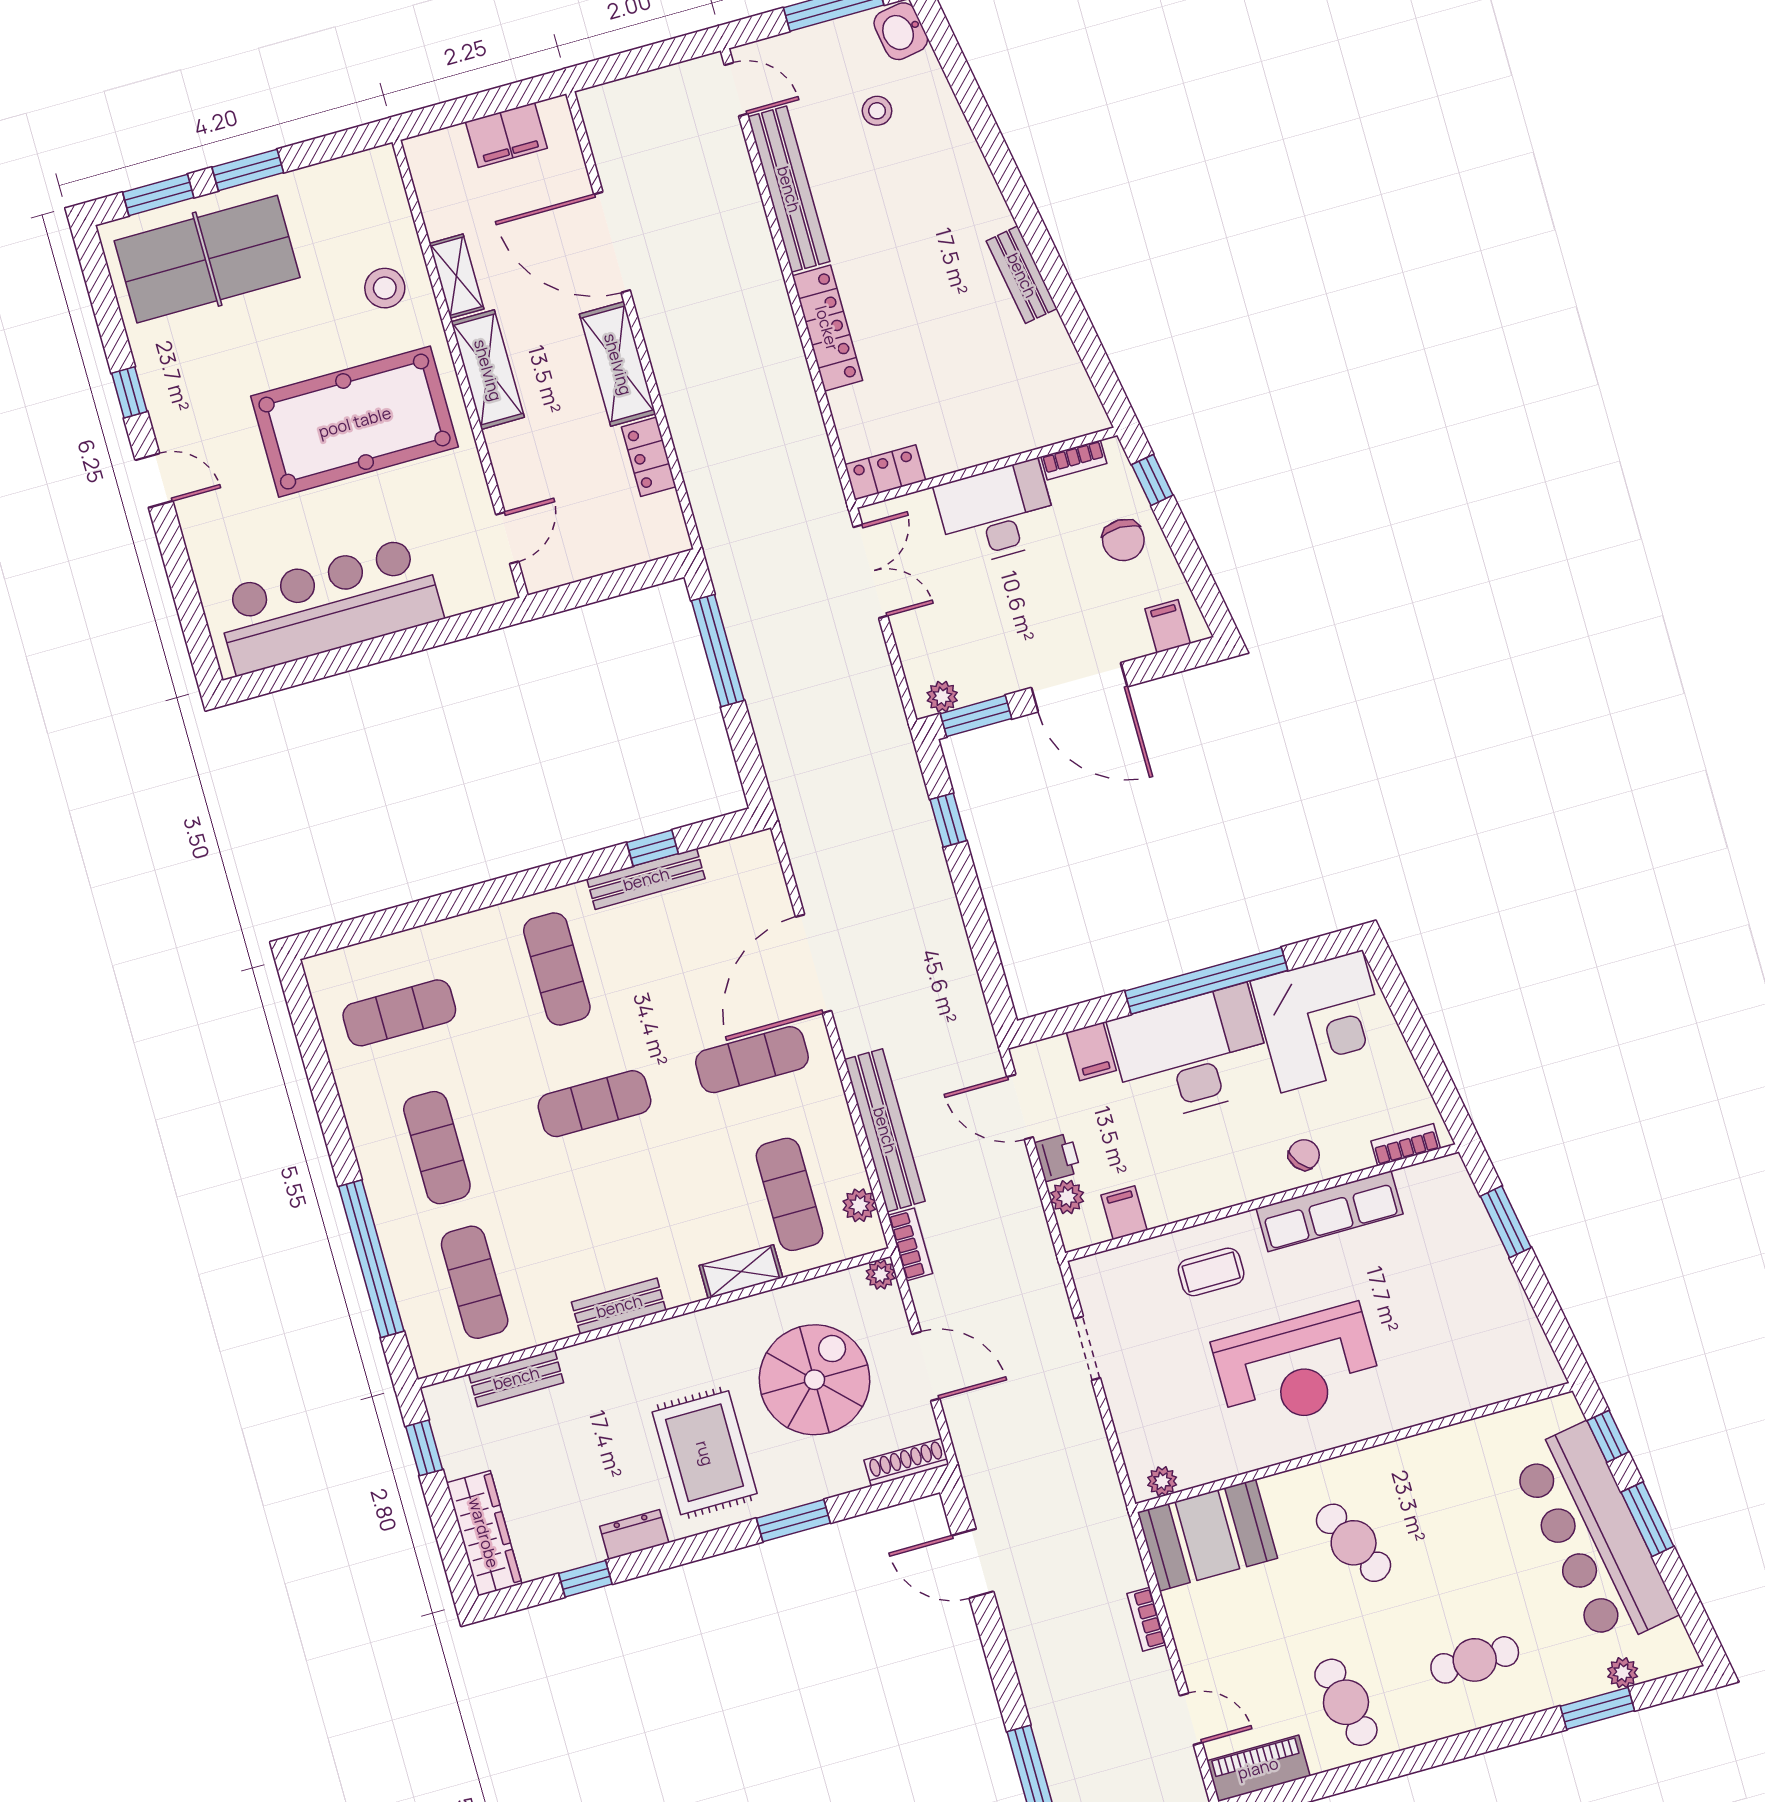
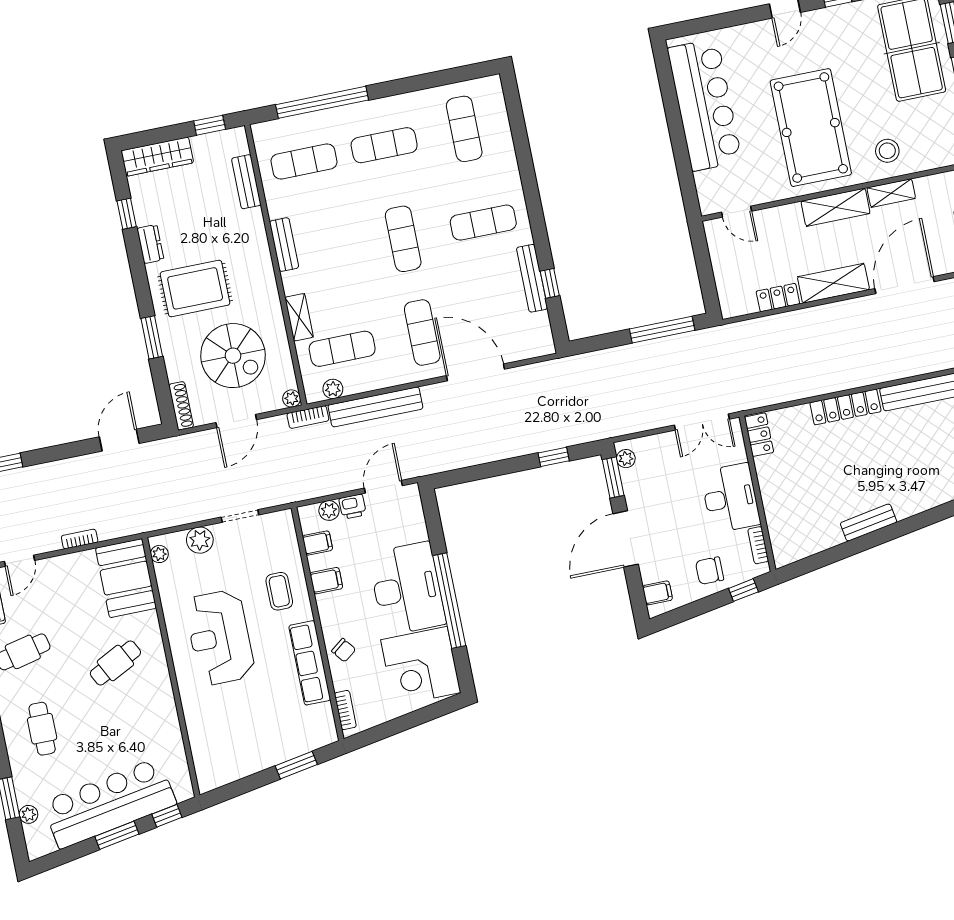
filing cabinet: (1091, 1051) -> (326, 581), moved, turned 180
plant: (1133, 1414) -> (200, 540), added

